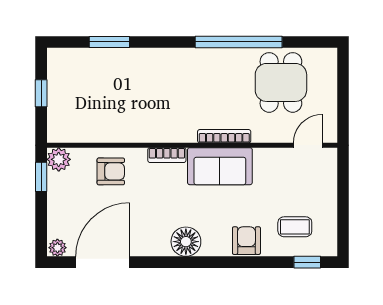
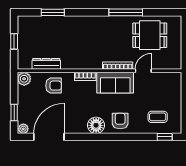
window: (239, 42) -> (126, 12), width x0.68
dining table: (281, 82) -> (150, 35), turned 90
dresser: (98, 133) -> (46, 64), added
door: (308, 145) -> (143, 71), moved
window: (41, 177) -> (14, 112), moved
armchair: (246, 241) -> (120, 121), moved

